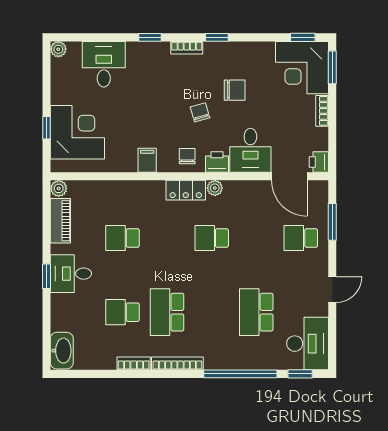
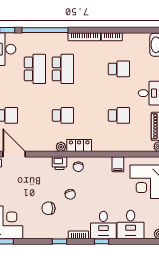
desk: (250, 150) -> (103, 225), moved, turned 180
filing cabinet: (147, 160) -> (118, 164), moved
school desk: (167, 312) -> (63, 69), moved

